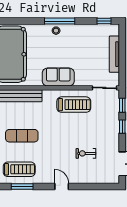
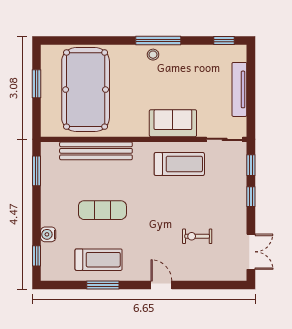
sofa: (58, 77) -> (173, 123), moved

